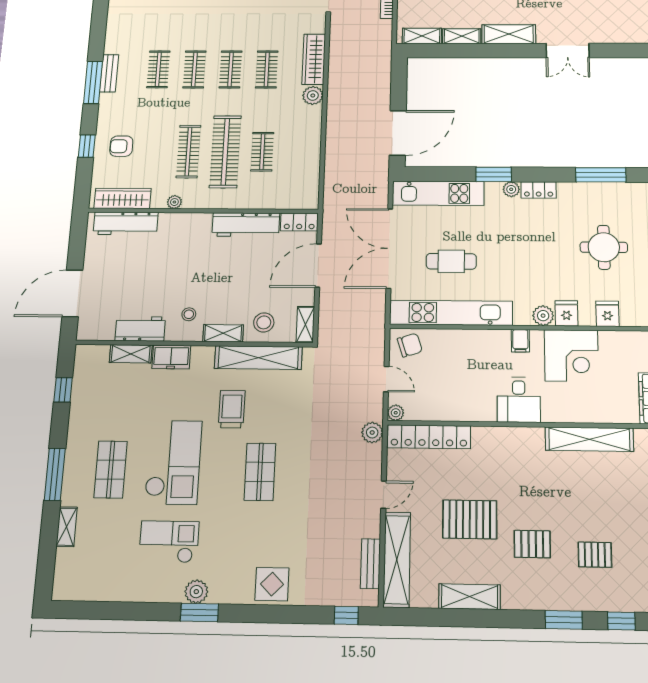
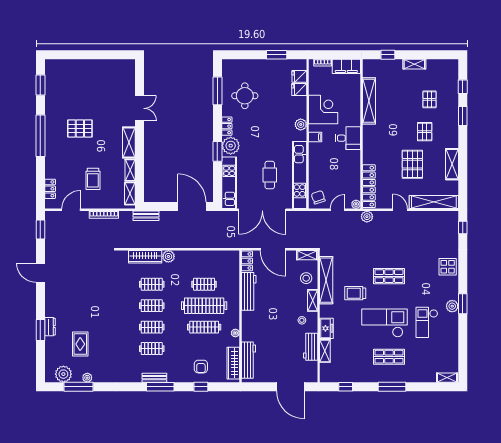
plant: (511, 189) -> (231, 146), width x1.88, depth x1.88
round table: (604, 247) -> (245, 96), moved
fridge: (566, 313) -> (299, 76), moved
shelving: (67, 527) -> (447, 378), moved
bench: (370, 564) -> (146, 216), moved

